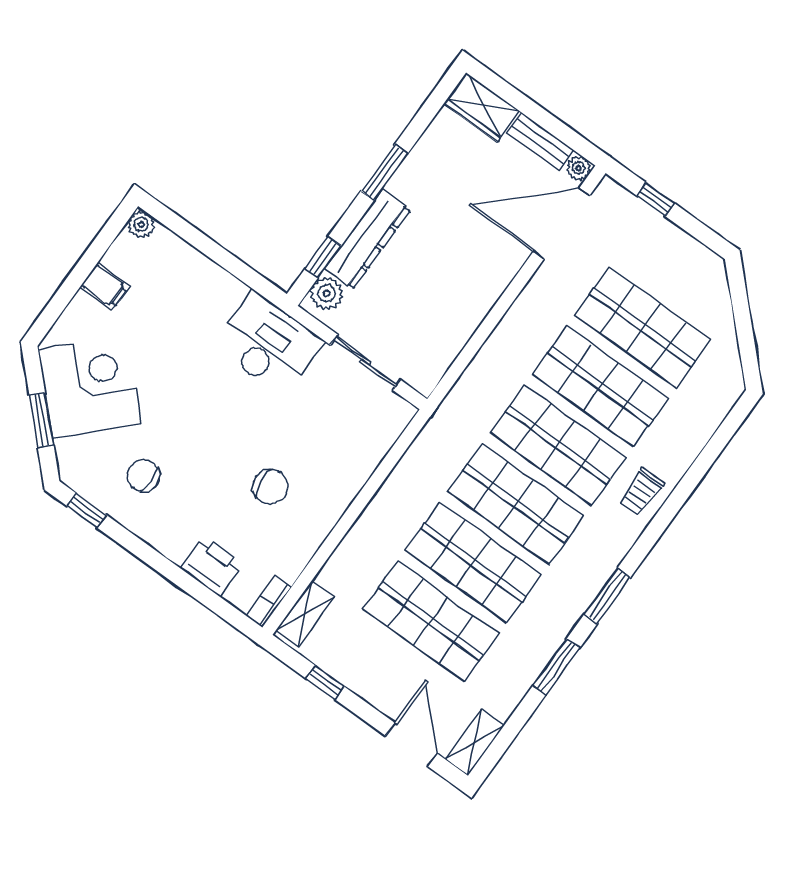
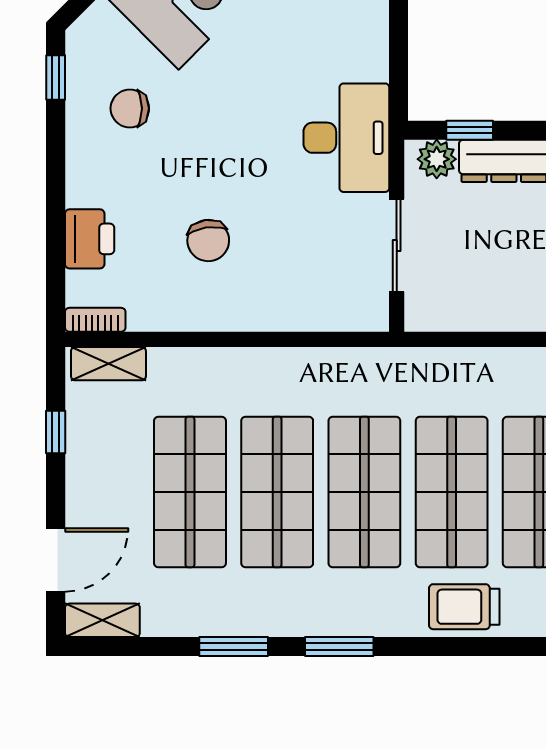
chair: (143, 475) -> (130, 108), turned -90
trolley: (641, 492) -> (464, 607), width x1.36, depth x1.39

